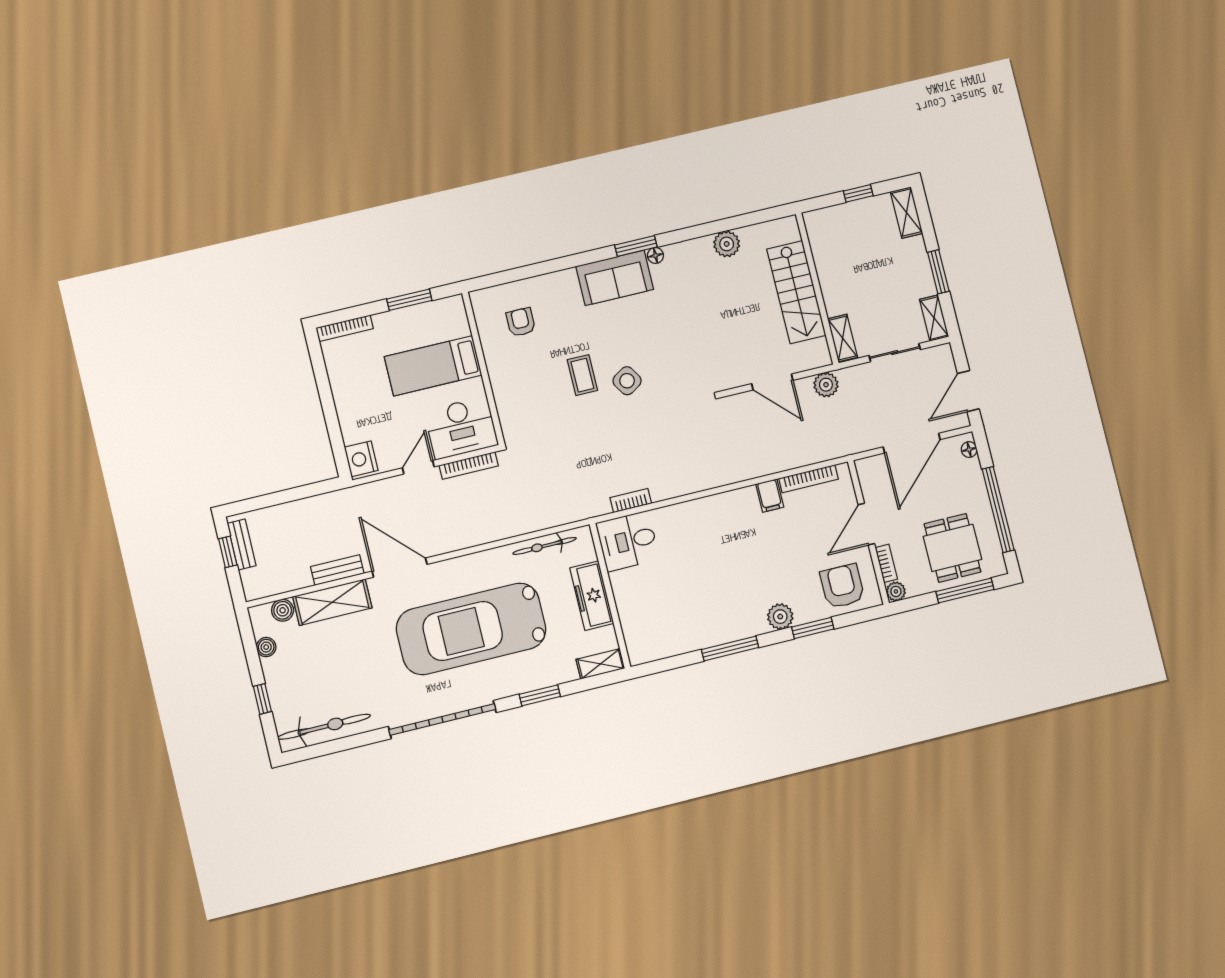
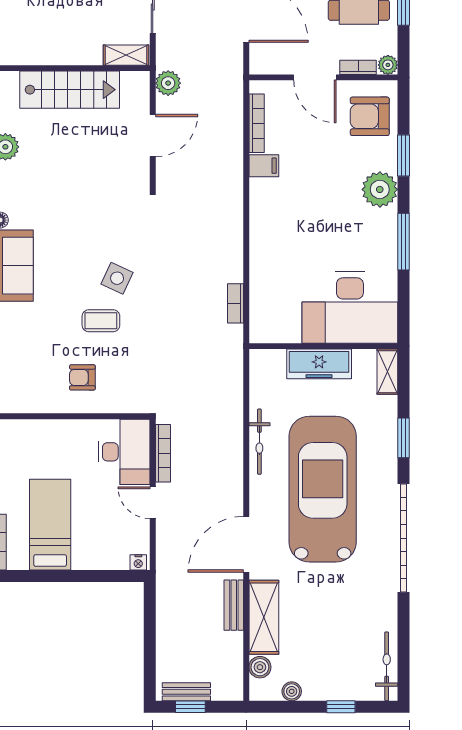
armchair: (521, 322) -> (82, 377), moved
bed: (433, 366) -> (50, 525), moved, turned 180
side table: (627, 381) -> (117, 278), turned -33
nightstand: (361, 459) -> (138, 562), width x0.53, depth x0.56
desk: (628, 541) -> (350, 308), moved, width x1.87, depth x1.30
bicycle: (545, 546) -> (259, 442), moved
plant: (780, 617) -> (380, 189), width x1.36, depth x1.36
car: (471, 629) -> (323, 489), turned 180
bicycle: (324, 727) -> (387, 666), width x0.73, depth x0.71

